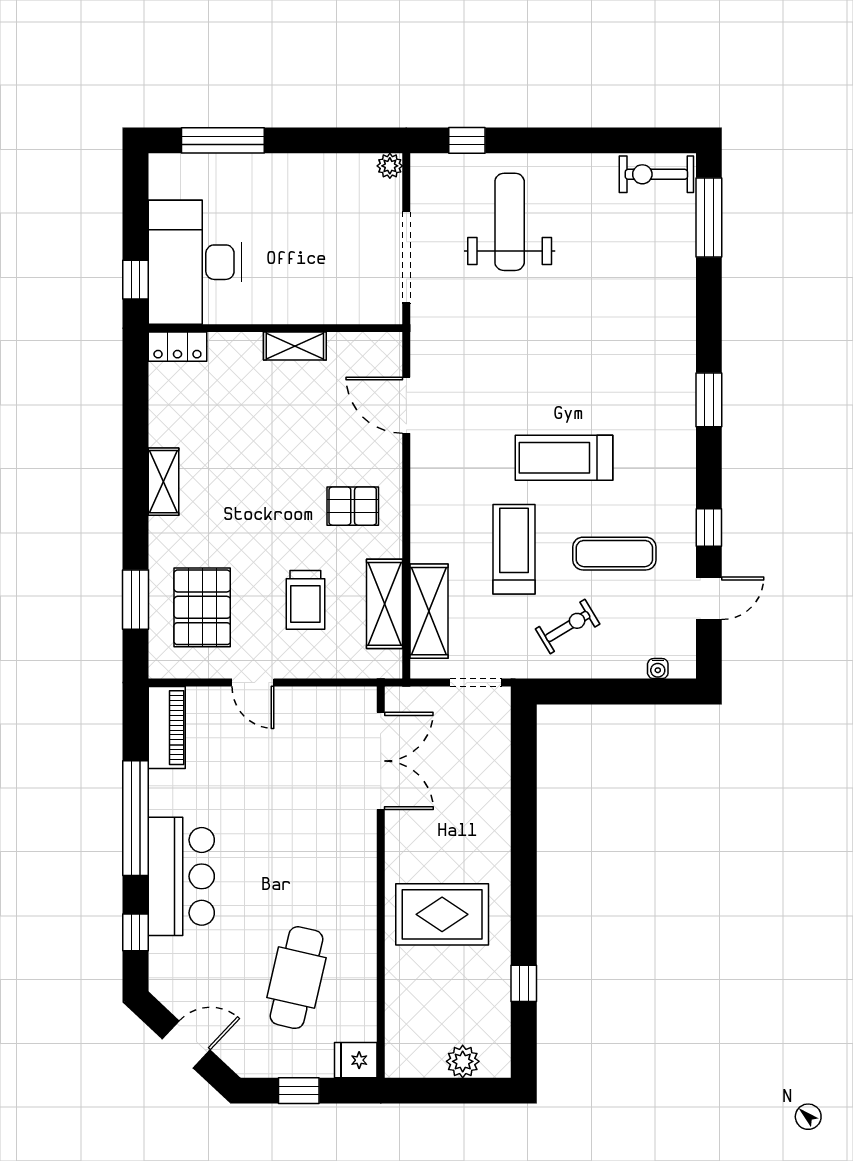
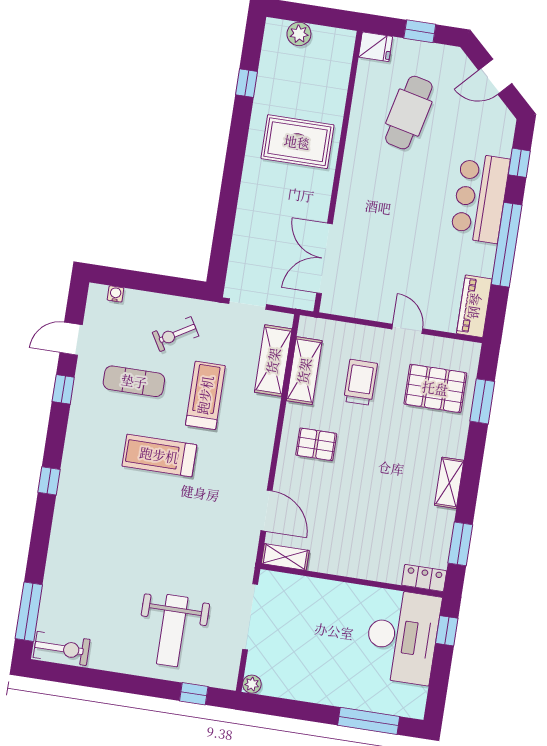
shelving: (295, 346) -> (285, 557), moved
window: (709, 400) -> (49, 481), width x0.67
window: (136, 401) -> (460, 544), added
treadmill: (564, 458) -> (159, 455), turned 180
treadmill: (514, 549) -> (205, 395), turned 180
pallet: (202, 607) -> (435, 388), turned 90

